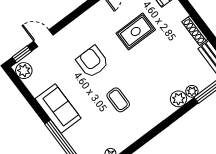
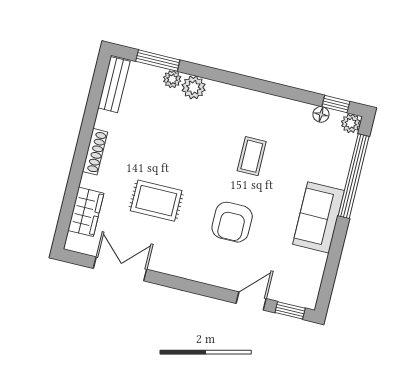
shoe rack: (195, 31) -> (95, 152), moved
door: (43, 38) -> (251, 301), swing flipped
plant: (24, 71) -> (307, 293), removed

